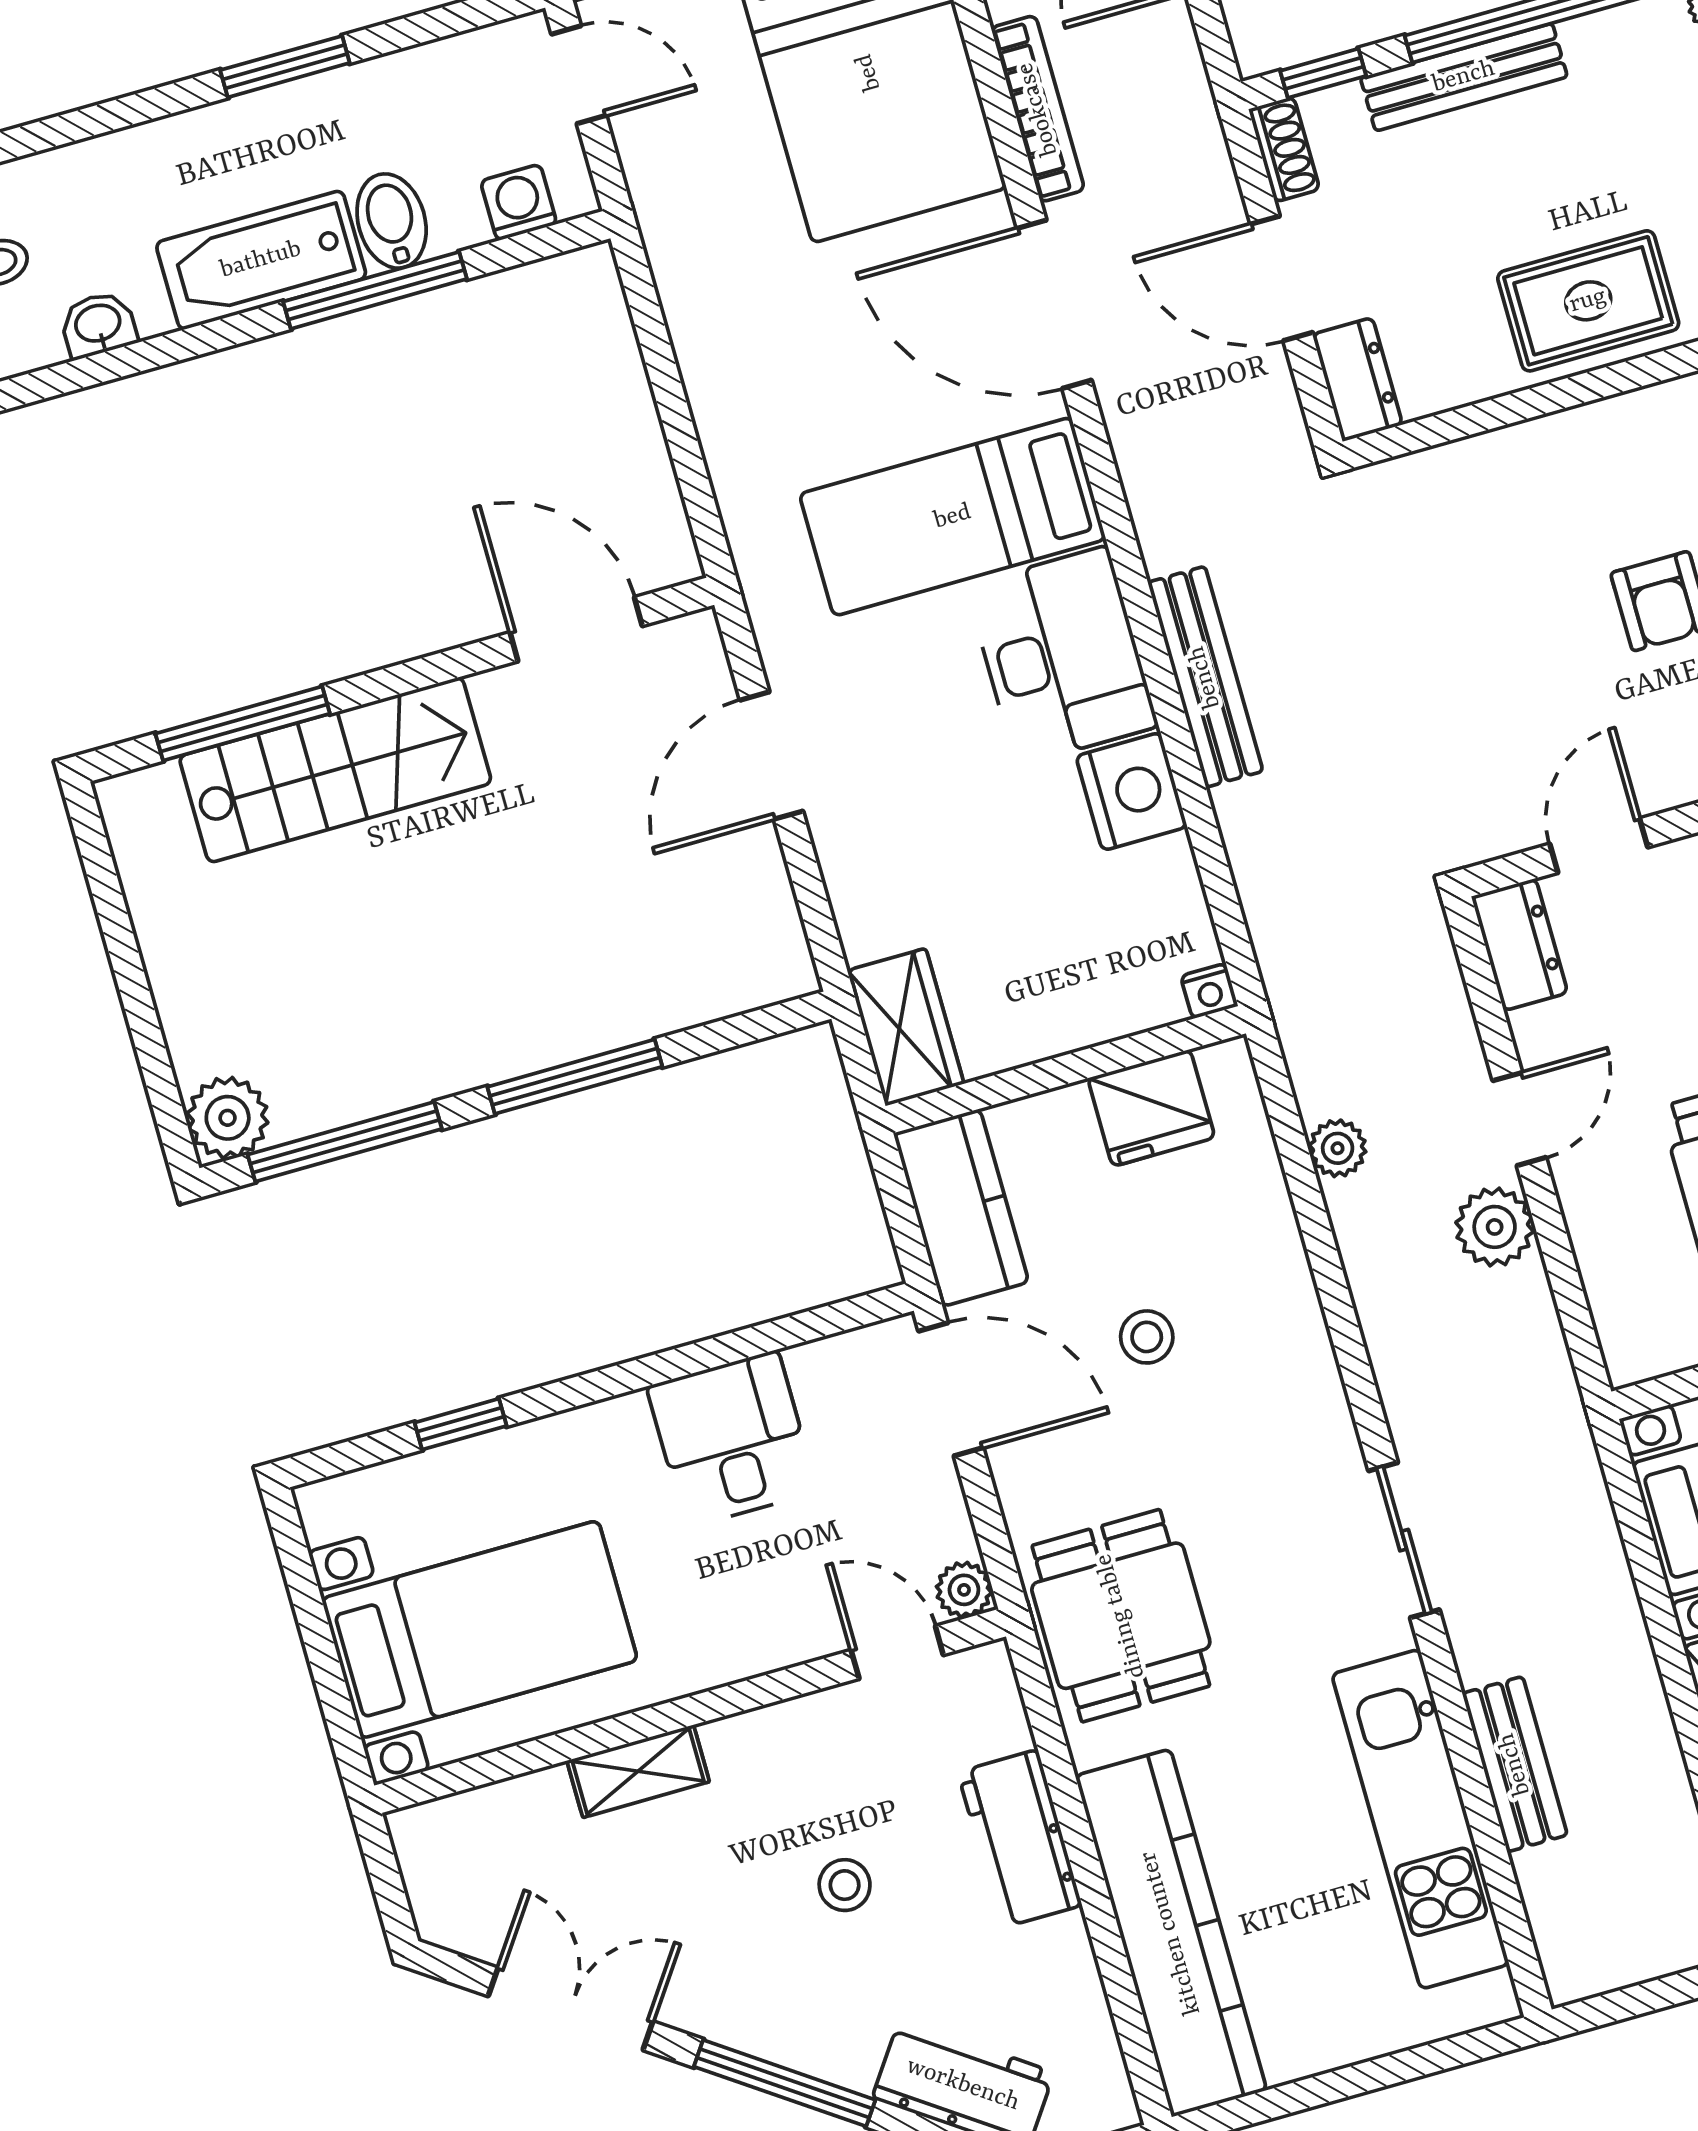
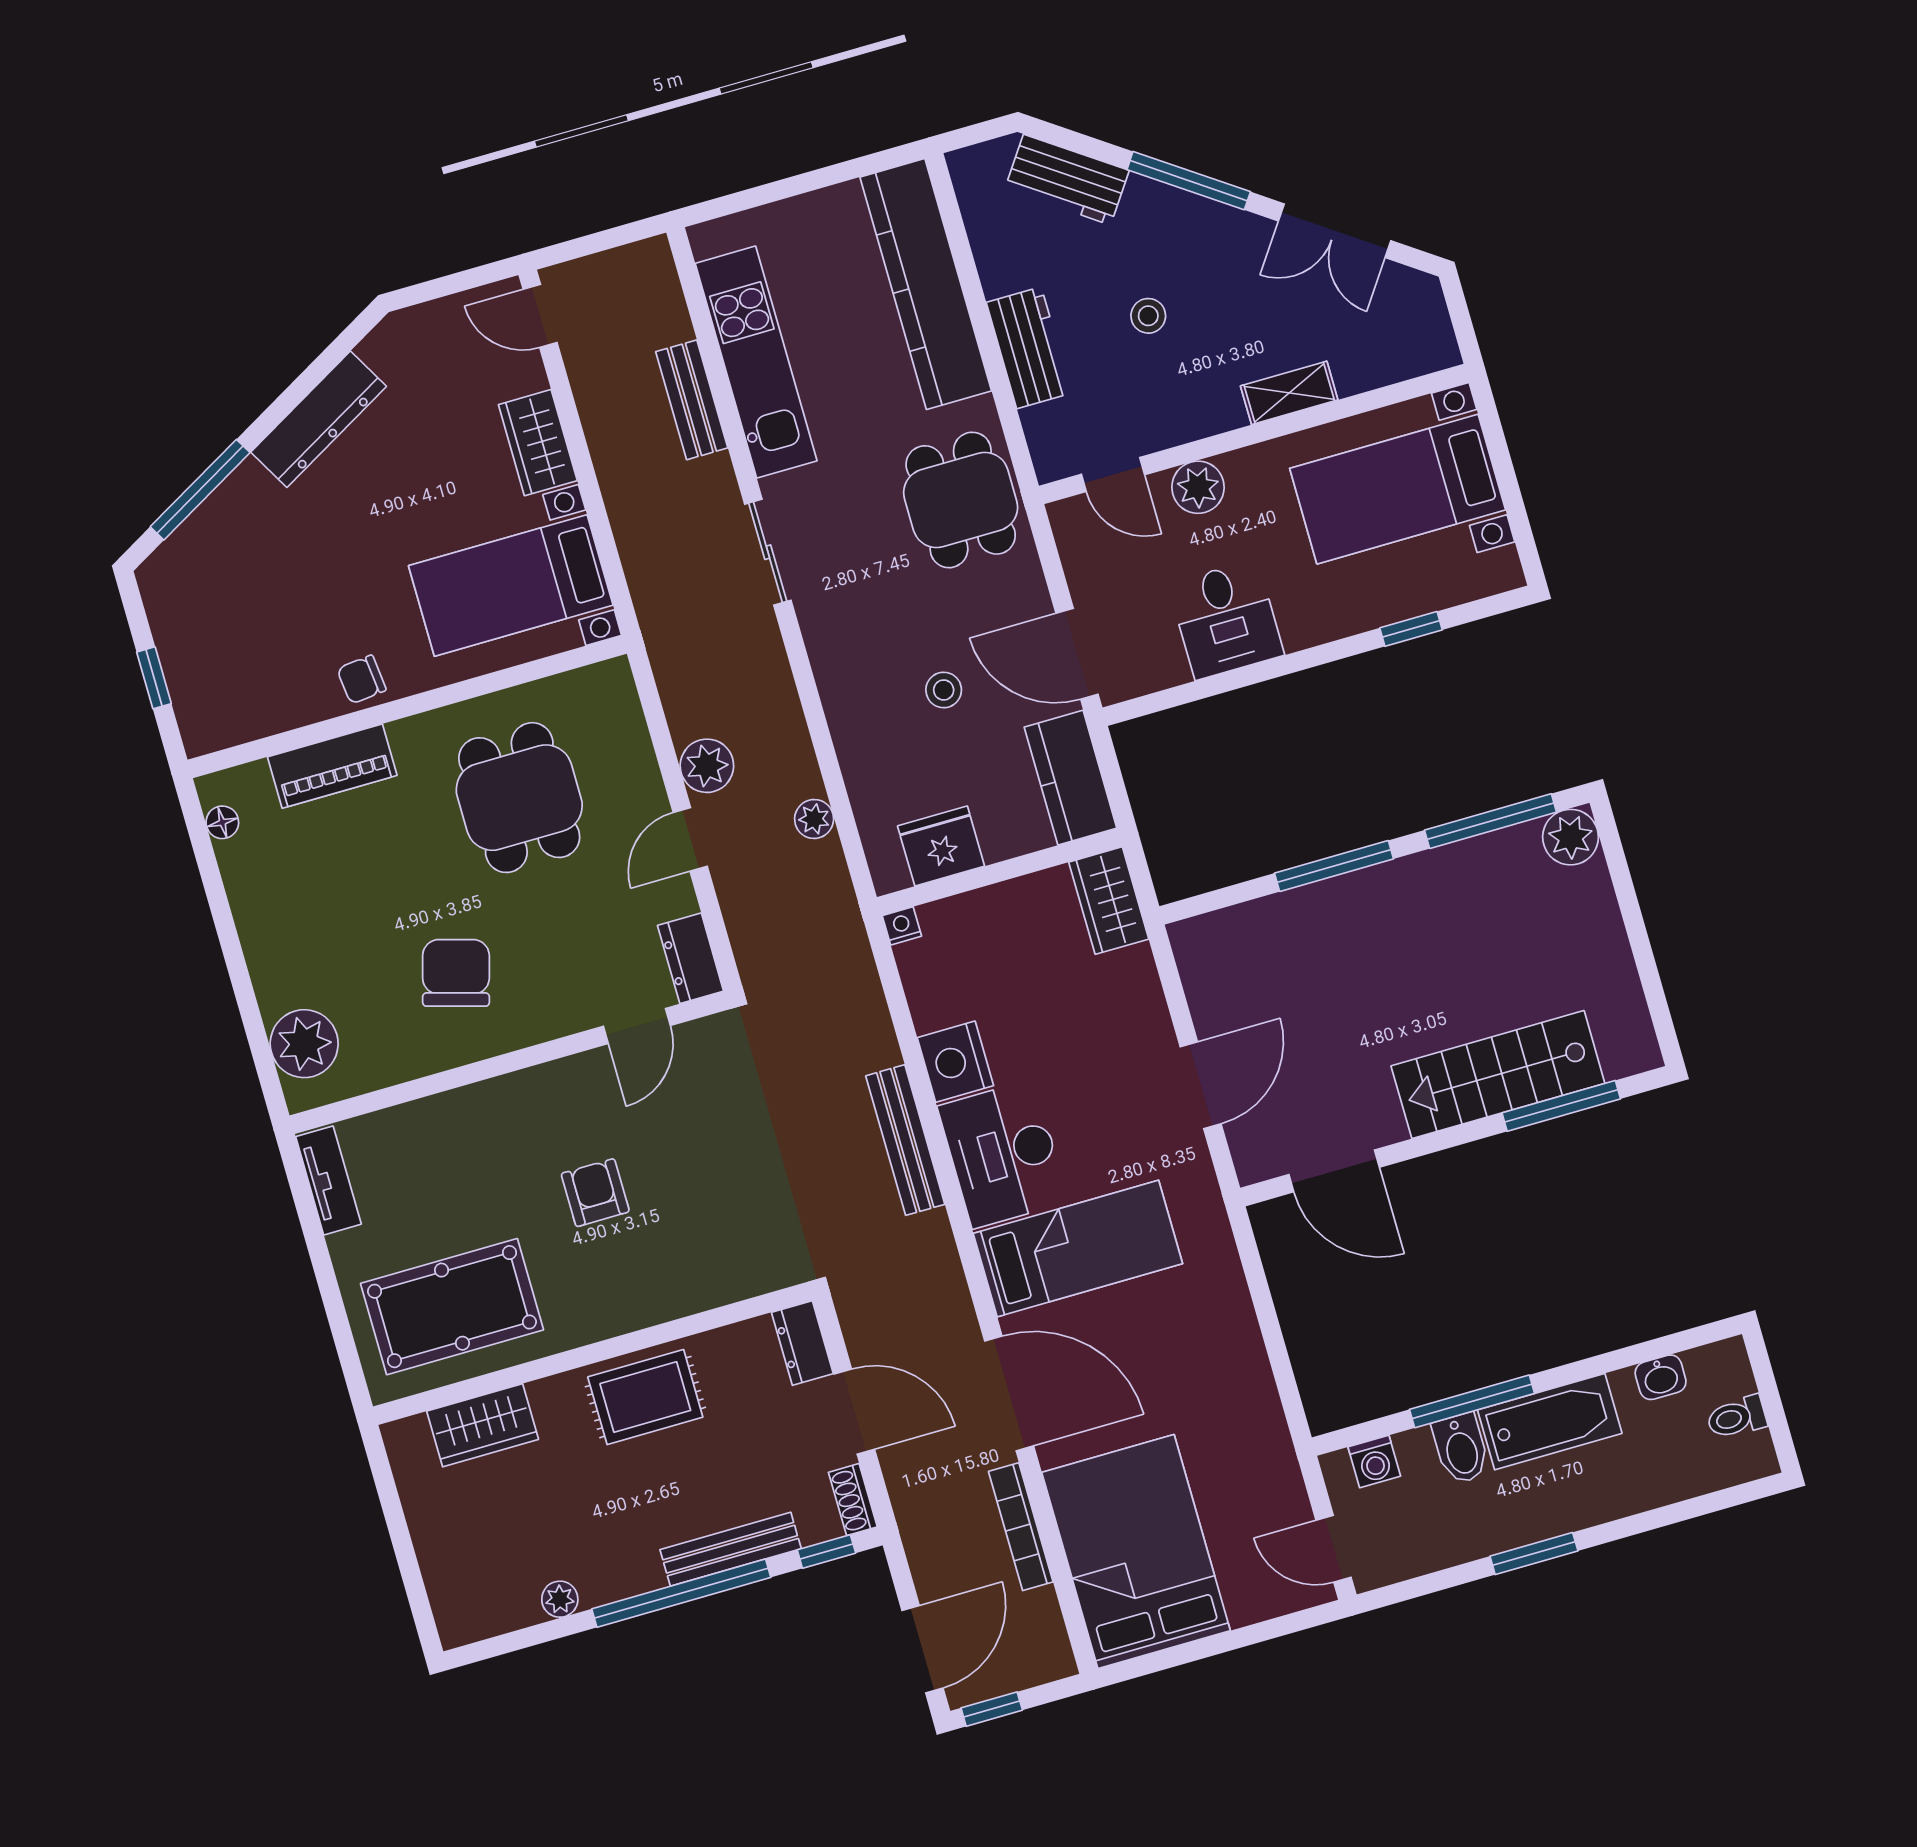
plant: (964, 1590) -> (1198, 487), moved, width x1.38, depth x1.38

